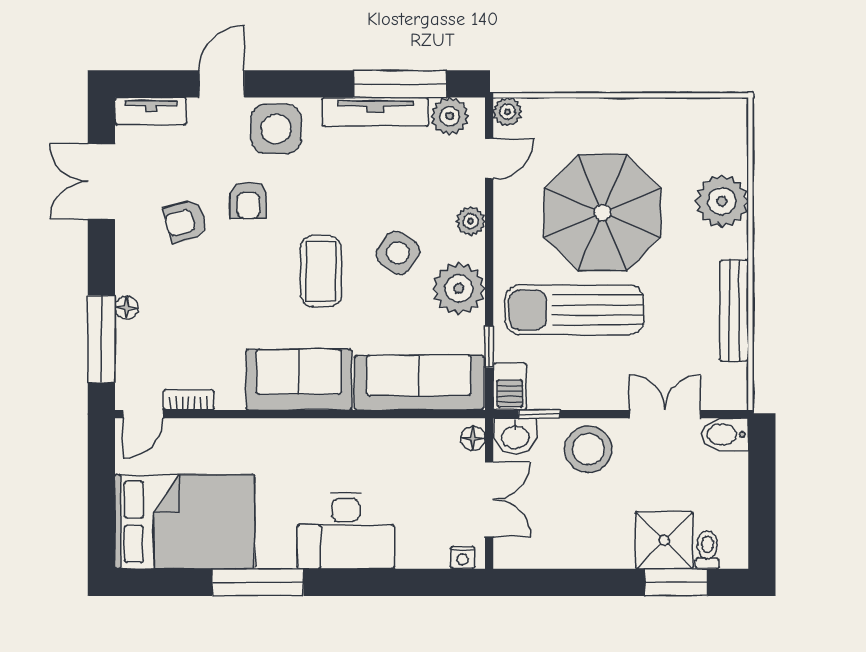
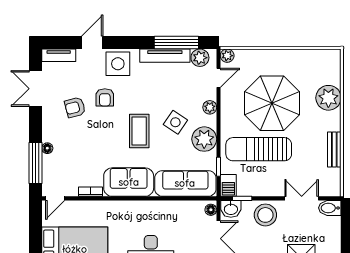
bench: (734, 311) -> (334, 149), width x0.73
bookcase: (189, 400) -> (91, 192), moved

